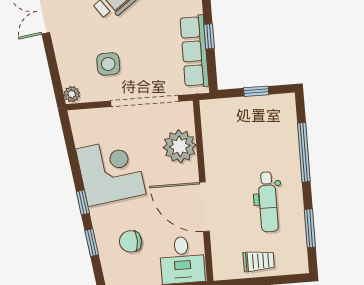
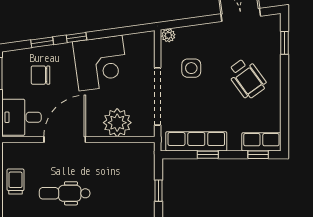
chair: (131, 241) -> (41, 75), turned -90
trolley: (259, 261) -> (16, 182), turned 180

